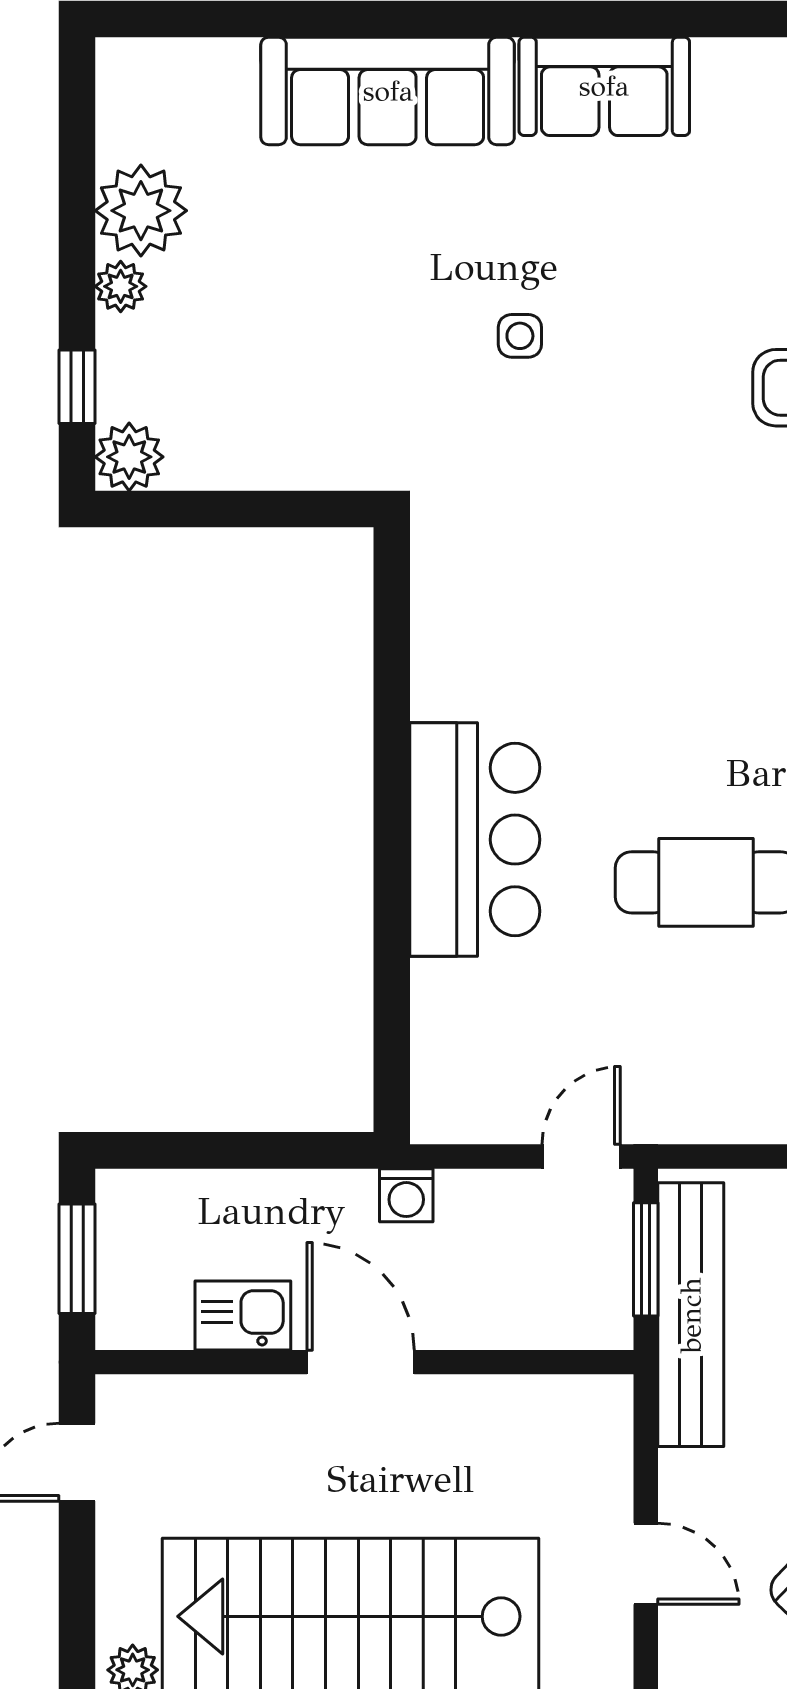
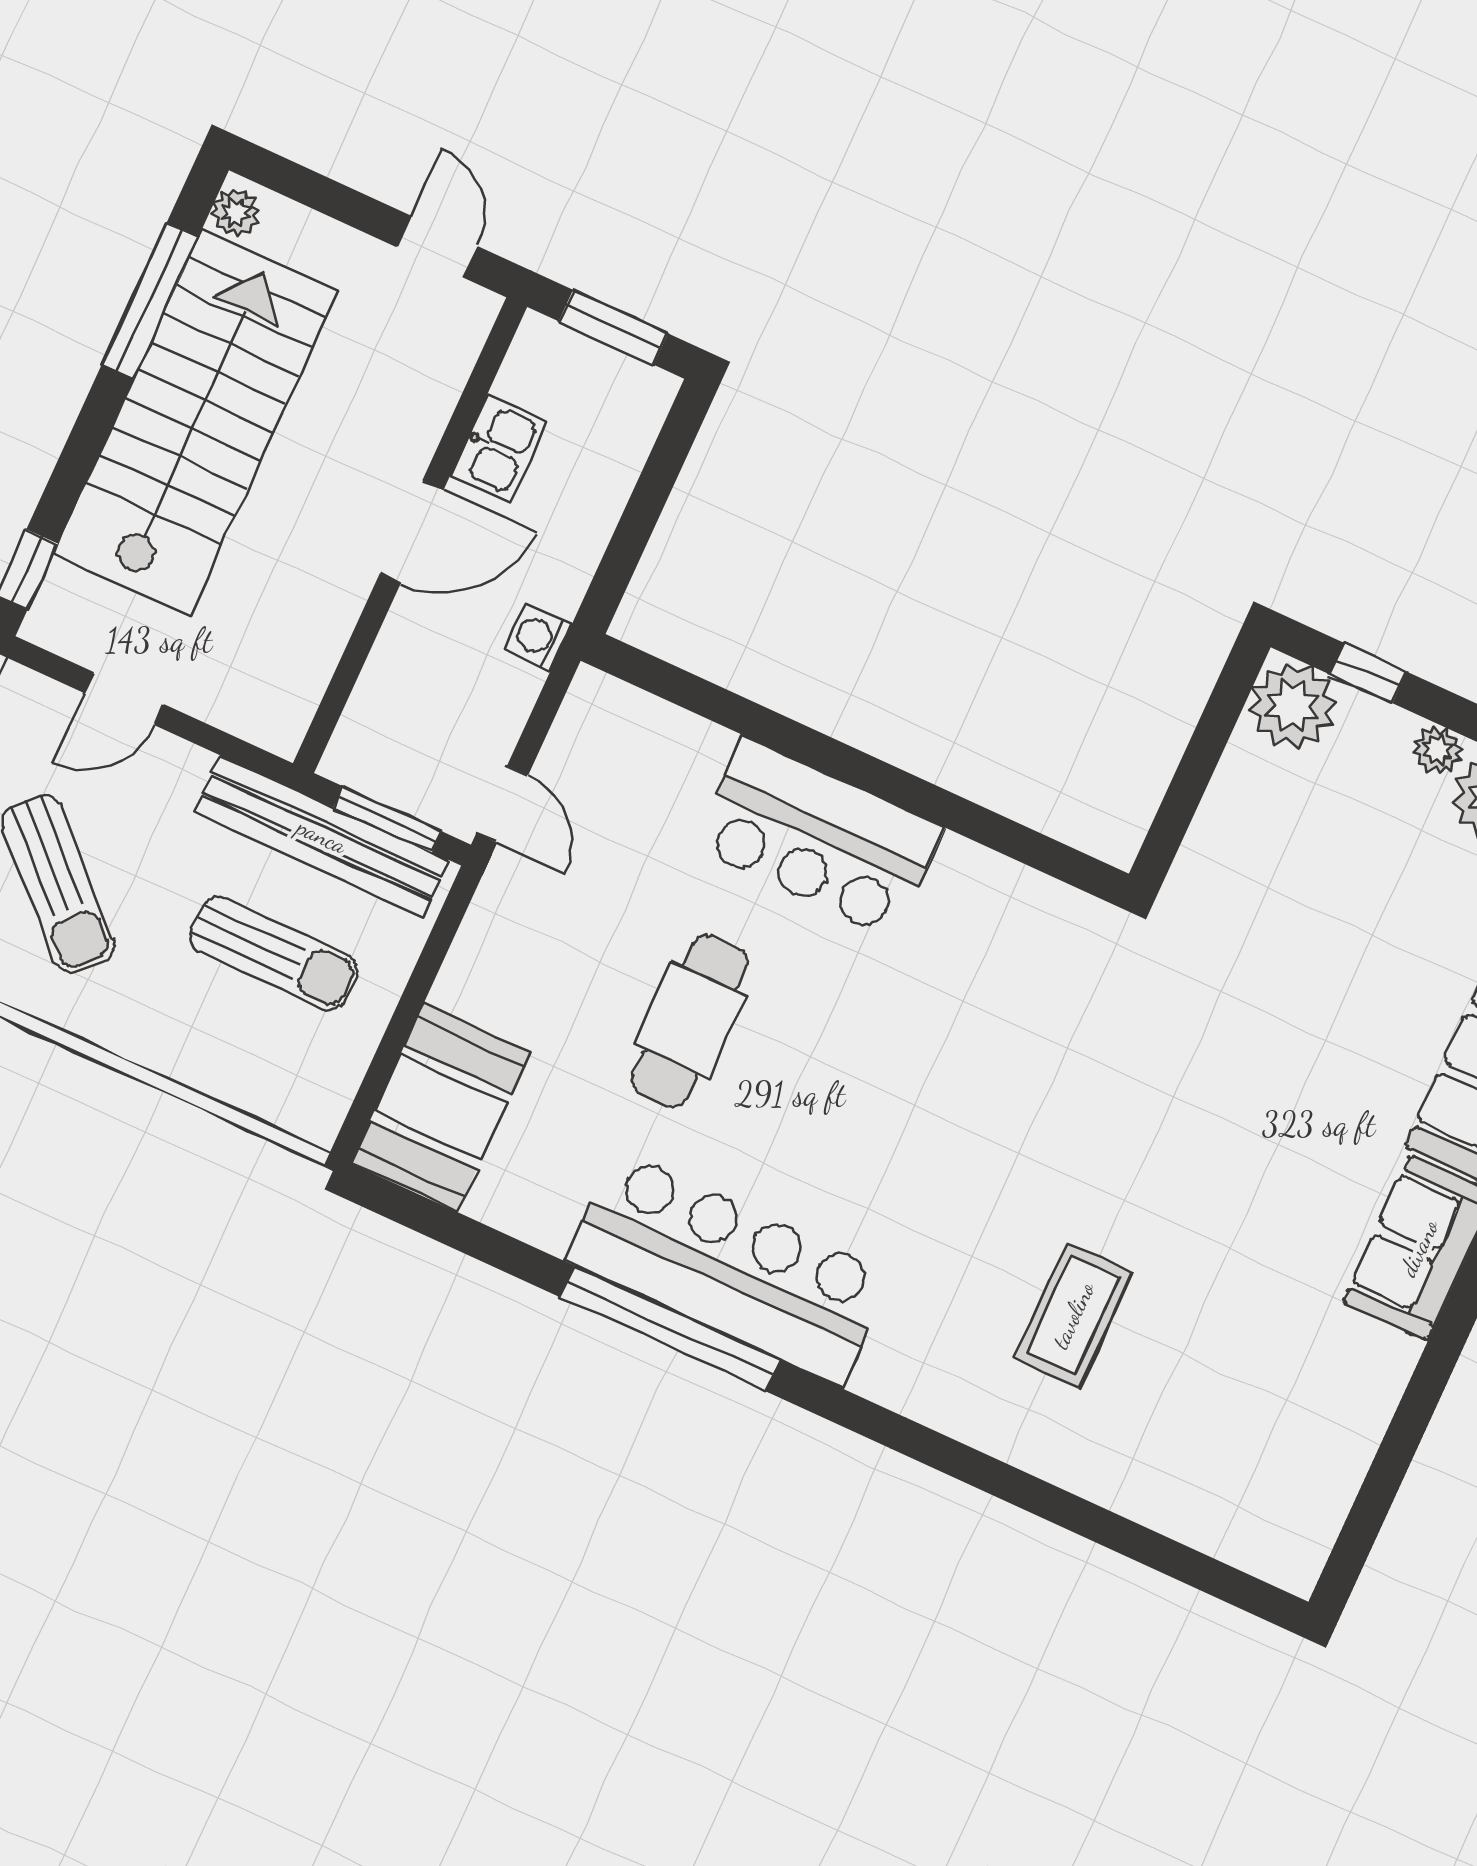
side table: (520, 336) -> (1237, 1076), removed
plant: (129, 457) -> (1292, 706), width x1.36, depth x1.36

